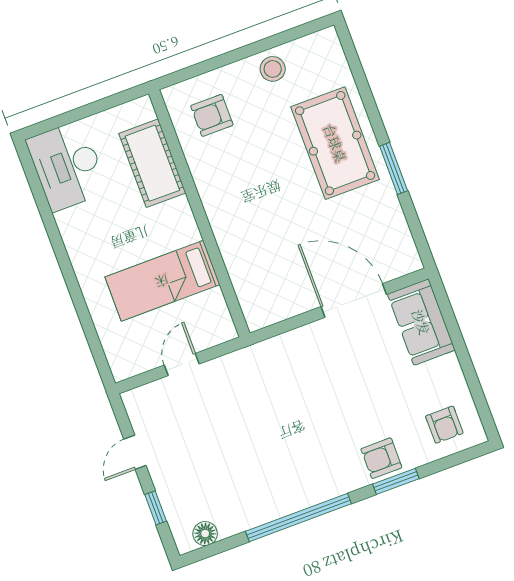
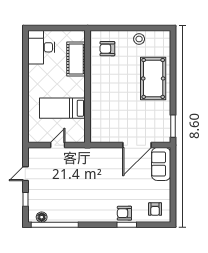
window: (394, 168) -> (173, 126), moved
door: (354, 300) -> (137, 145), swing flipped
window: (298, 518) -> (55, 225), moved

